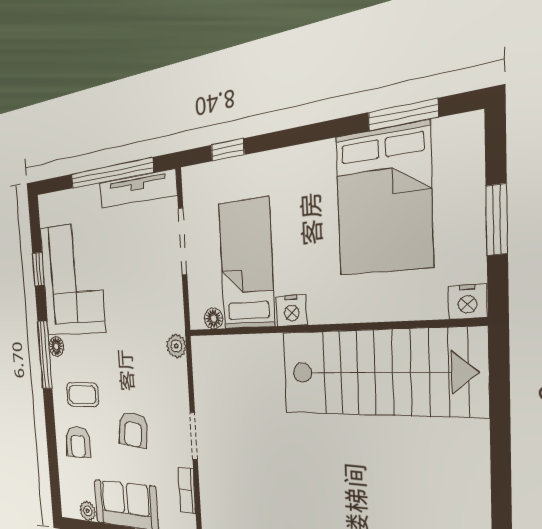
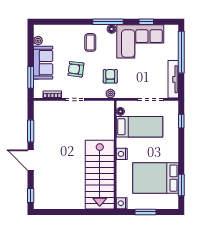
window: (111, 173) -> (181, 52), moved
nightstand: (292, 311) -> (122, 154), moved
armchair: (78, 442) -> (110, 76), moved, turned 90

